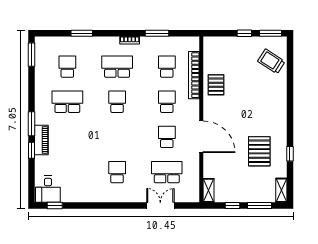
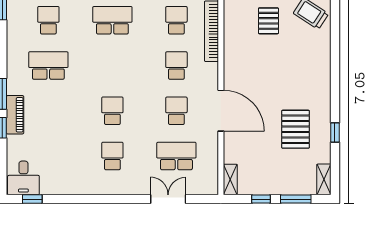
pallet: (216, 85) -> (268, 21), moved
school desk: (117, 102) -> (112, 111), moved

